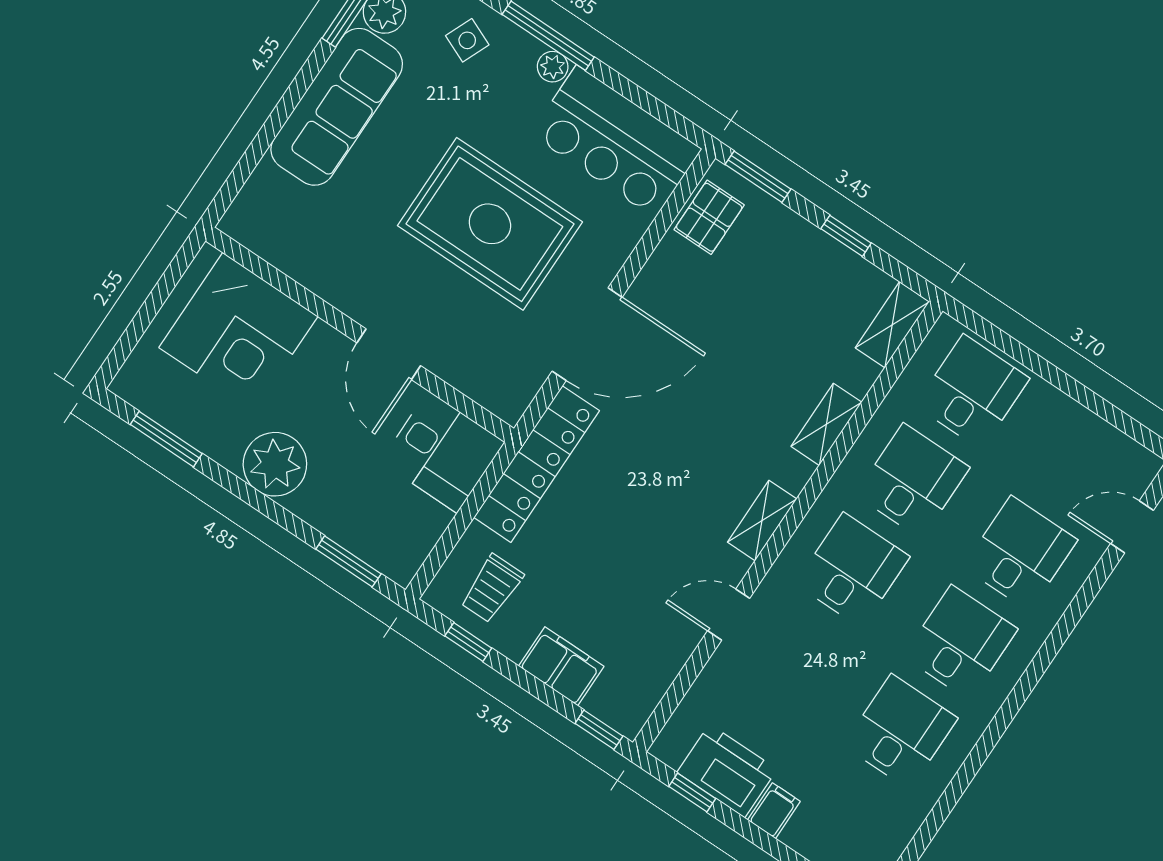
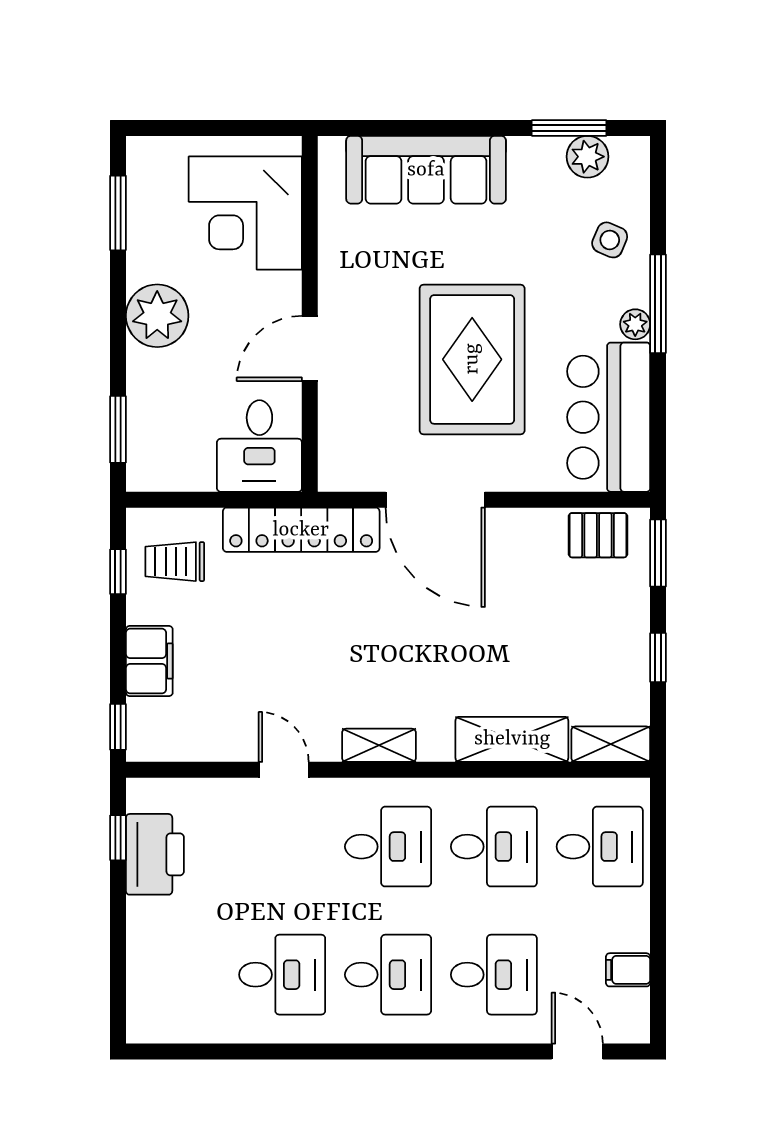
sofa: (337, 107) -> (426, 170), moved
shelving: (826, 424) -> (512, 739), width x1.50, depth x1.33
filing cabinet: (774, 811) -> (628, 970), moved, turned 180

